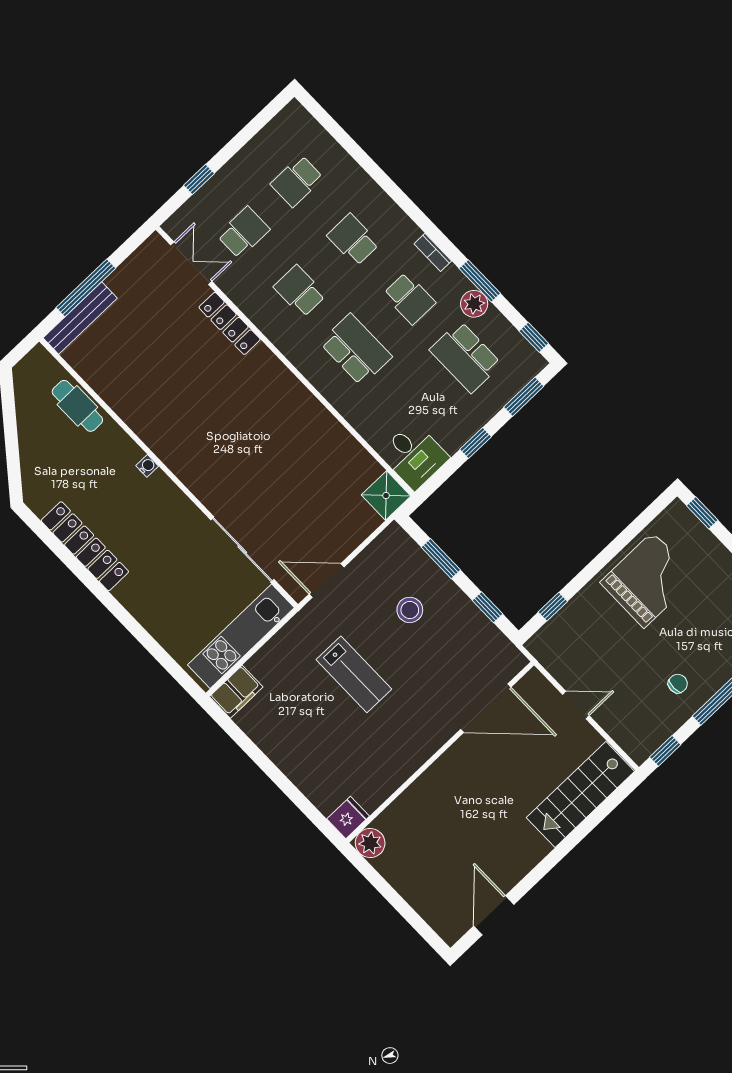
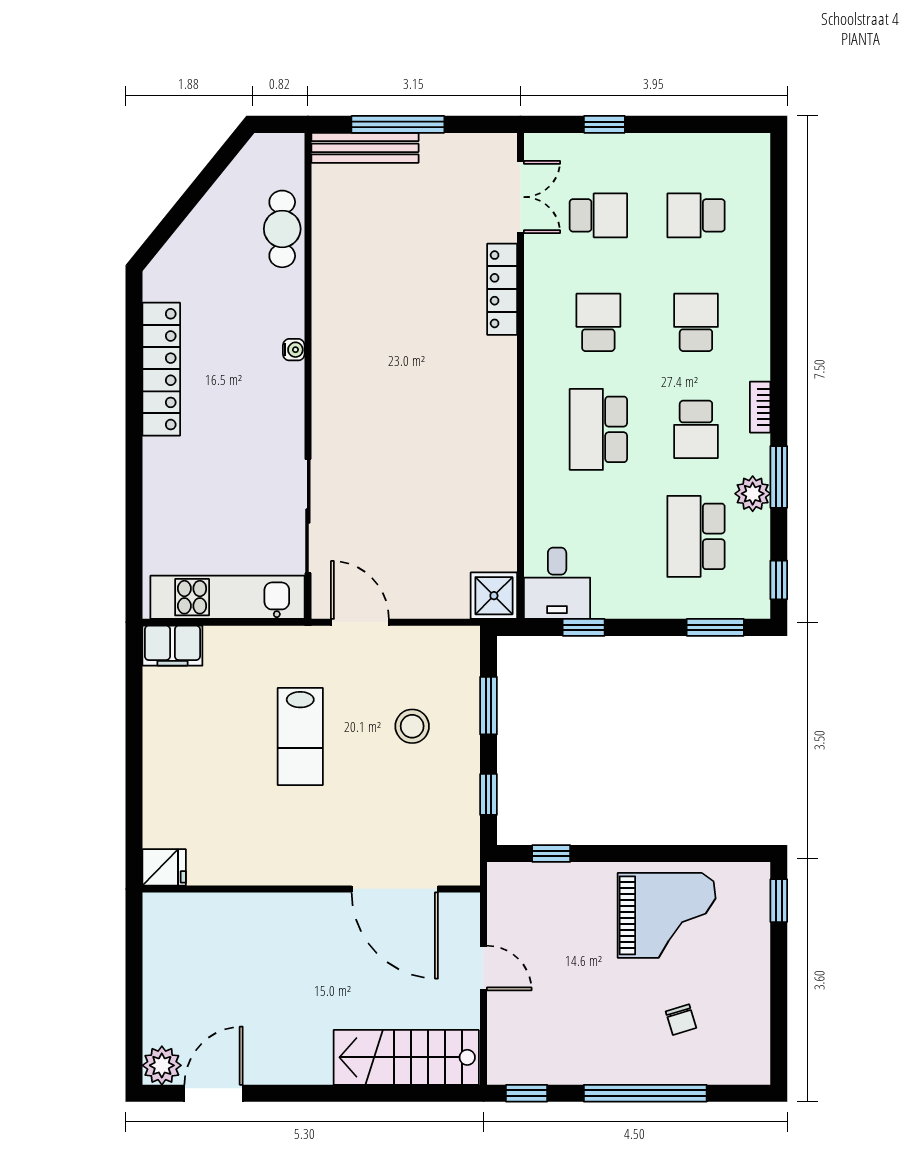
school desk: (356, 350) -> (598, 429), turned 180
window: (476, 443) -> (584, 627), moved
chair: (678, 684) -> (681, 1020), moved, turned 73
plant: (370, 843) -> (162, 1065), moved

